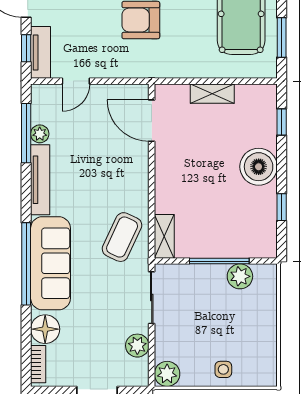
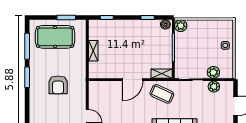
door: (152, 121) -> (133, 80), moved
boiler: (259, 167) -> (165, 24), moved, width x0.54, depth x0.54
plant: (240, 276) -> (181, 26), moved
plant: (167, 374) -> (213, 72), moved

